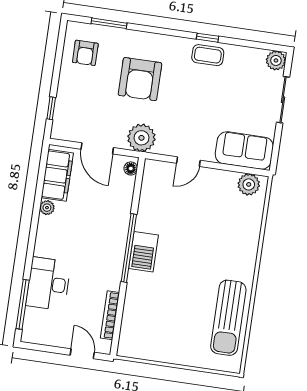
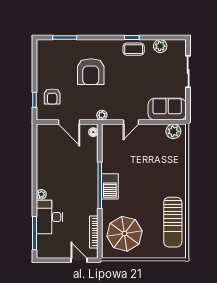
armchair: (85, 53) -> (52, 96), moved
plant: (276, 60) -> (160, 46), moved
plant: (141, 138) -> (102, 115), width x0.53, depth x0.53
filing cabinet: (57, 175) -> (45, 144), removed
plant: (47, 208) -> (41, 194), moved
parasol: (155, 324) -> (125, 234), added

